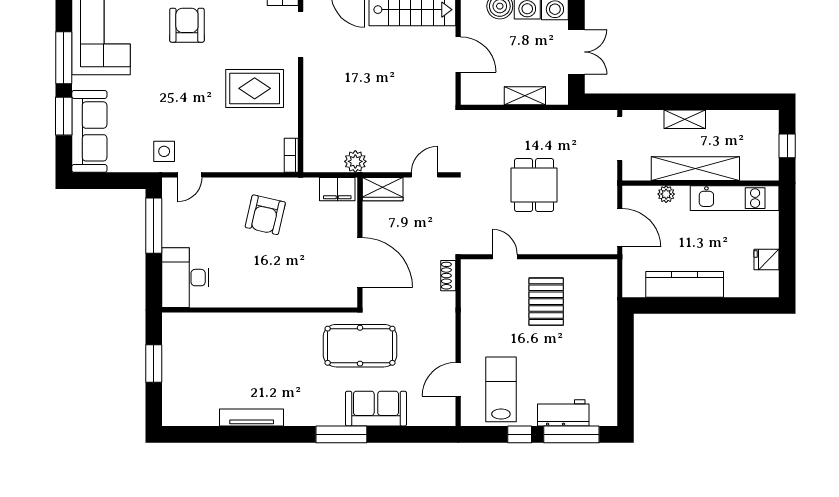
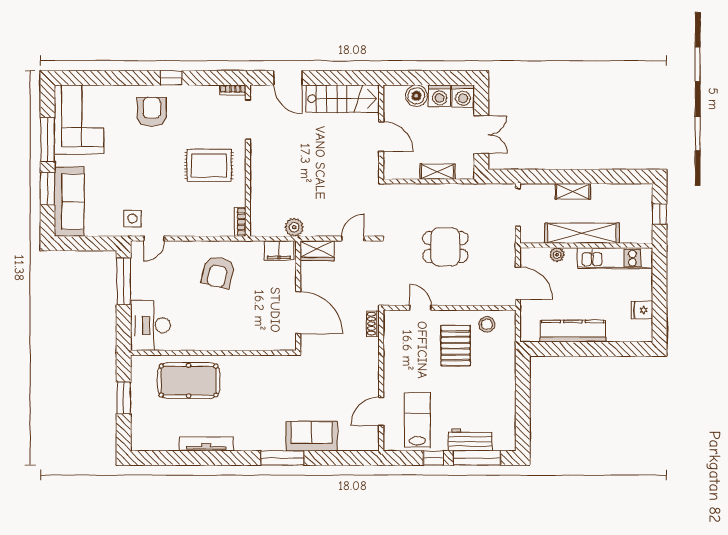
dining table: (534, 185) -> (445, 247), turned 90
stool: (583, 276) -> (487, 324), added
pool table: (360, 346) -> (189, 381), moved

